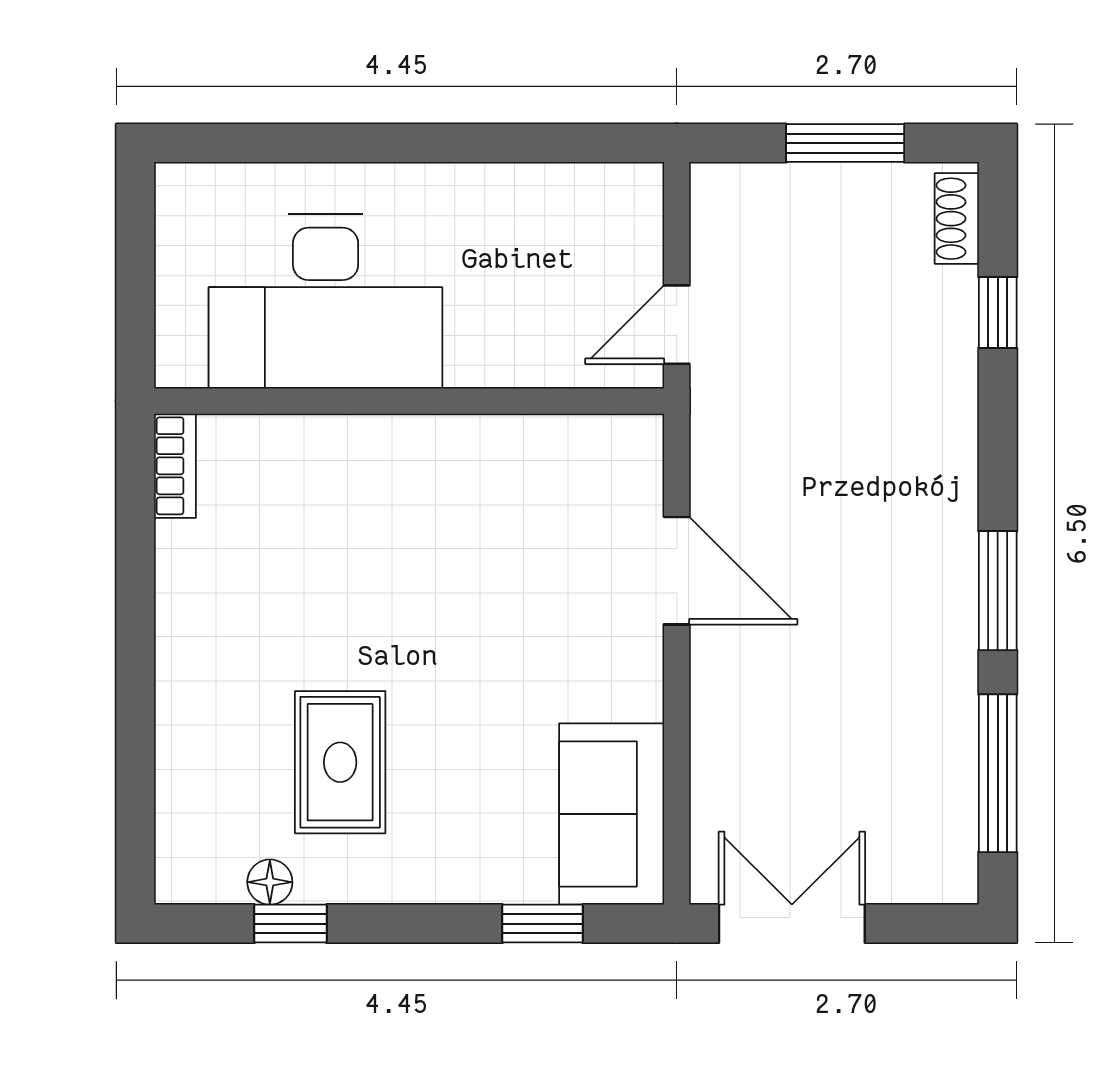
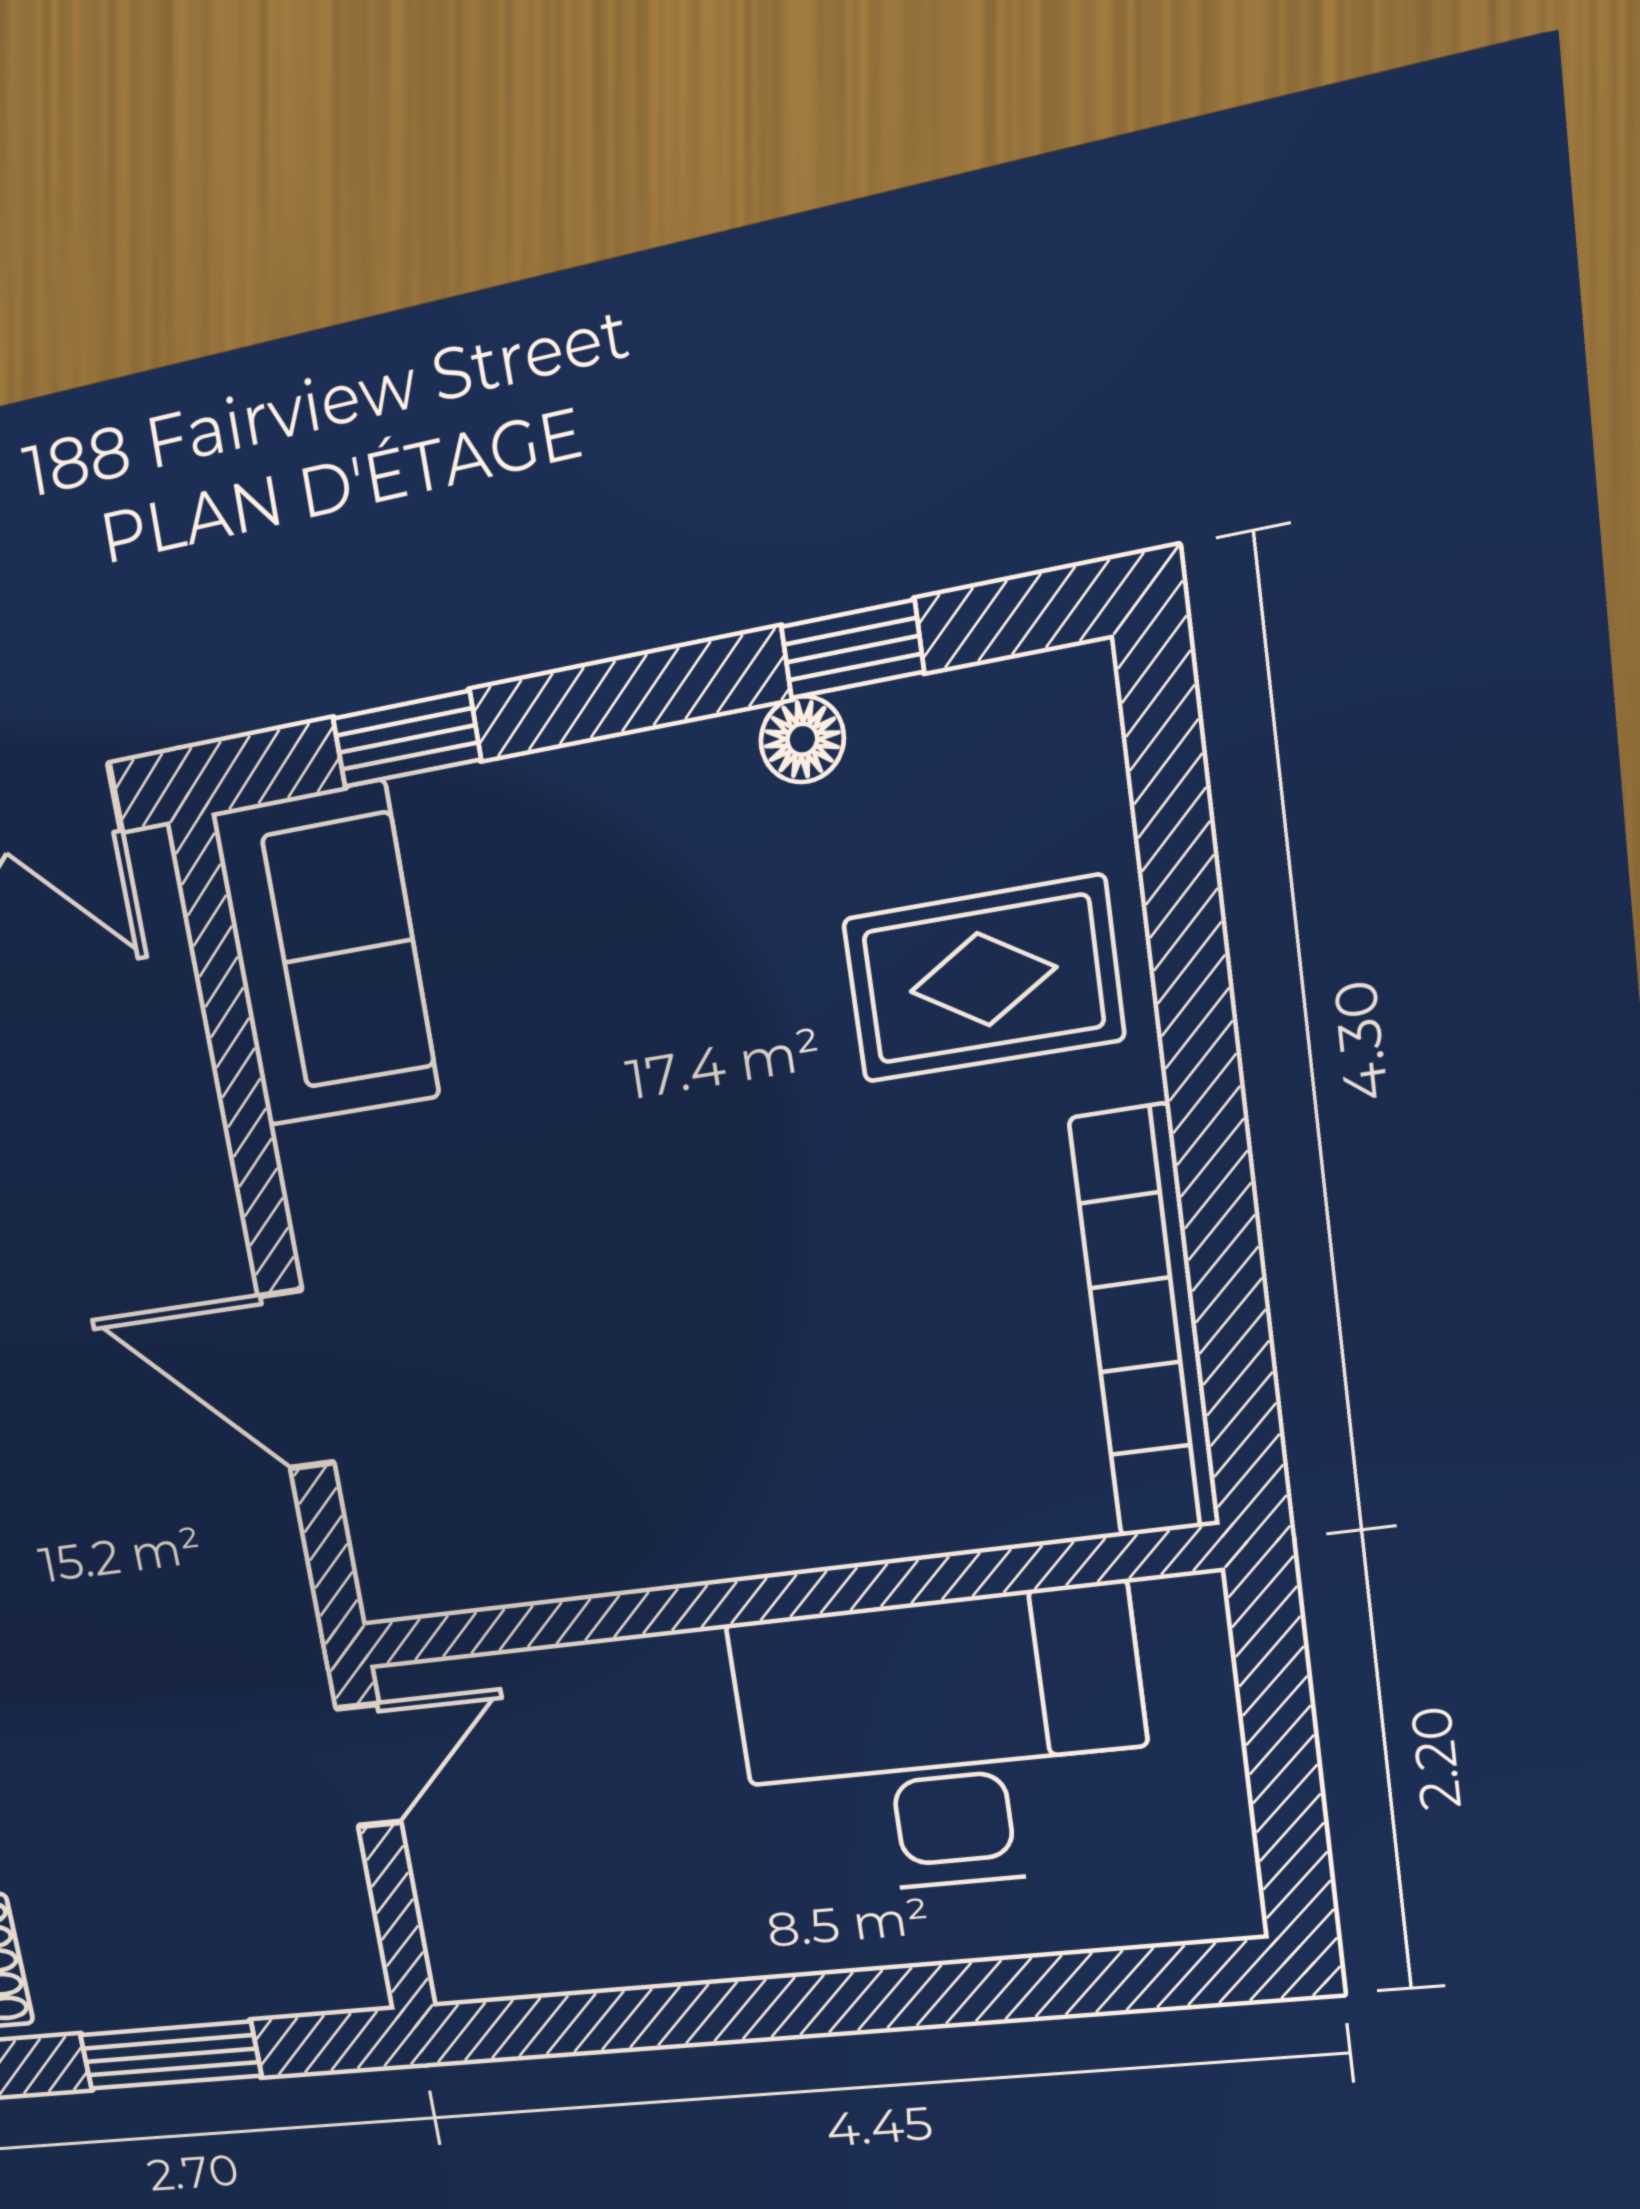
bookcase: (175, 466) -> (1145, 1324), width x2.31, depth x1.31
rug: (340, 762) -> (983, 979), moved, turned 90
floor lamp: (270, 882) -> (802, 739), moved

